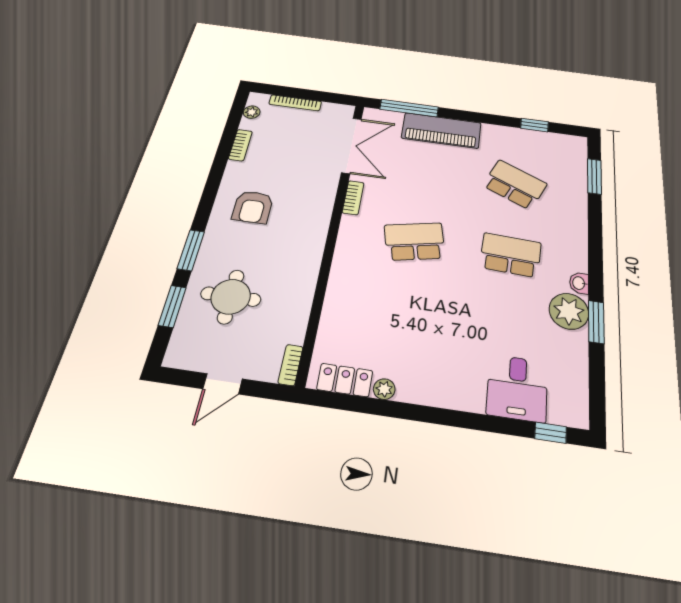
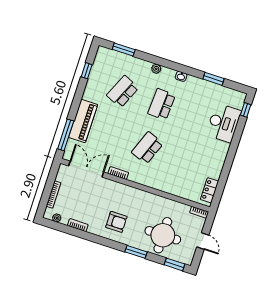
school desk: (415, 241) -> (147, 148), turned 33
round table: (231, 297) -> (163, 235), width x1.36, depth x1.36
window: (172, 306) -> (174, 264), moved
plant: (569, 311) -> (156, 69), moved, width x0.53, depth x0.53
window: (596, 322) -> (213, 79), moved
desk: (517, 388) -> (224, 123), width x1.37
plant: (384, 389) -> (216, 175), removed

